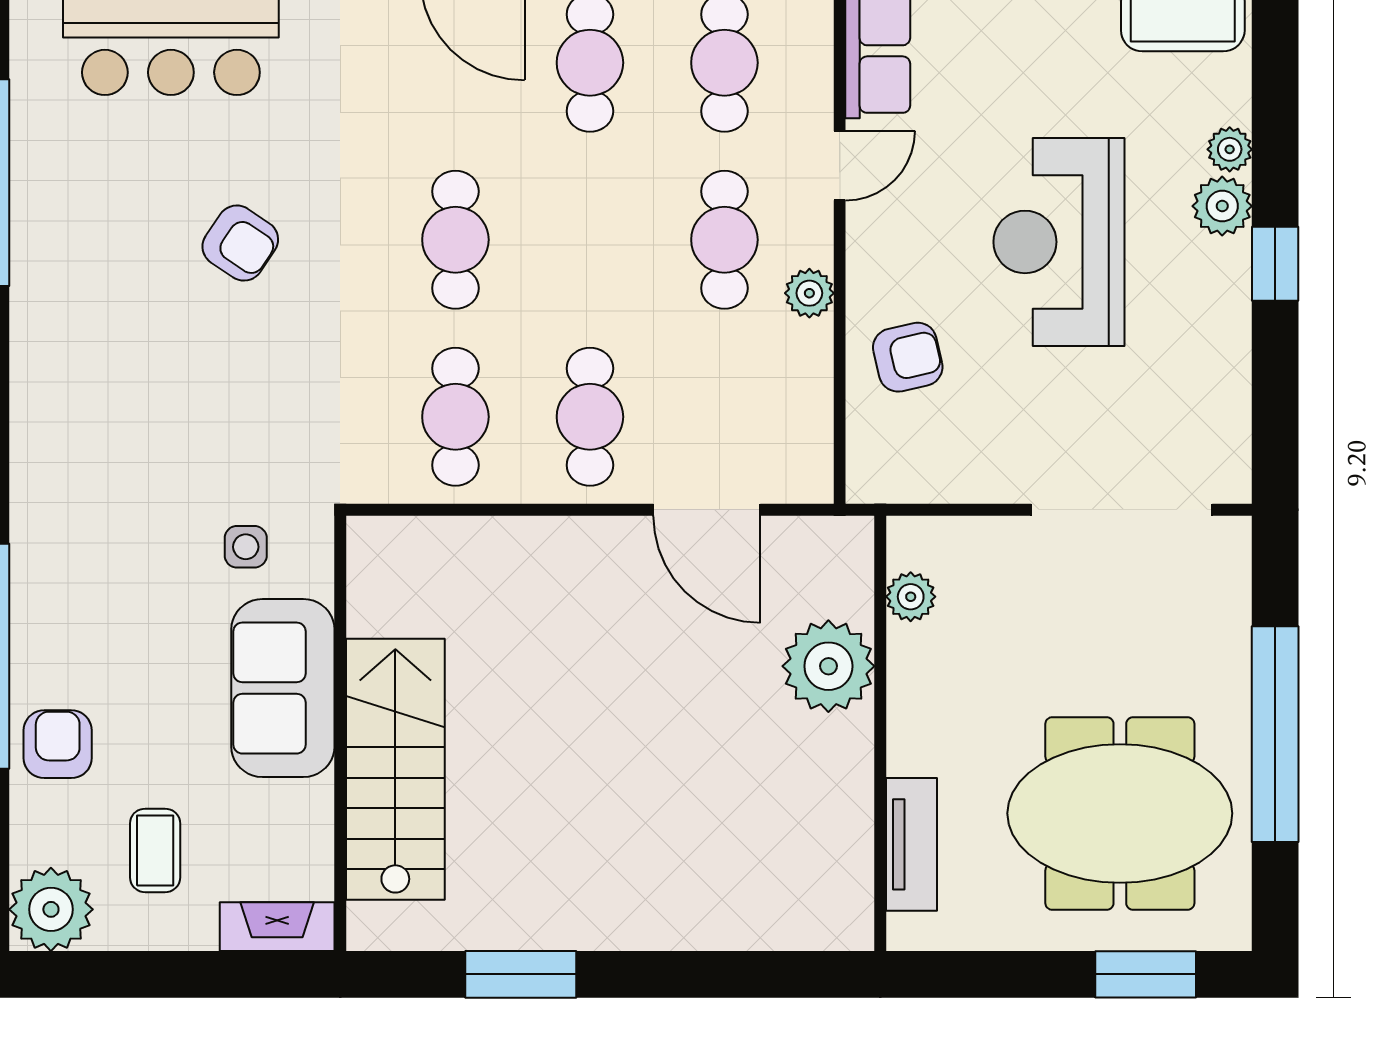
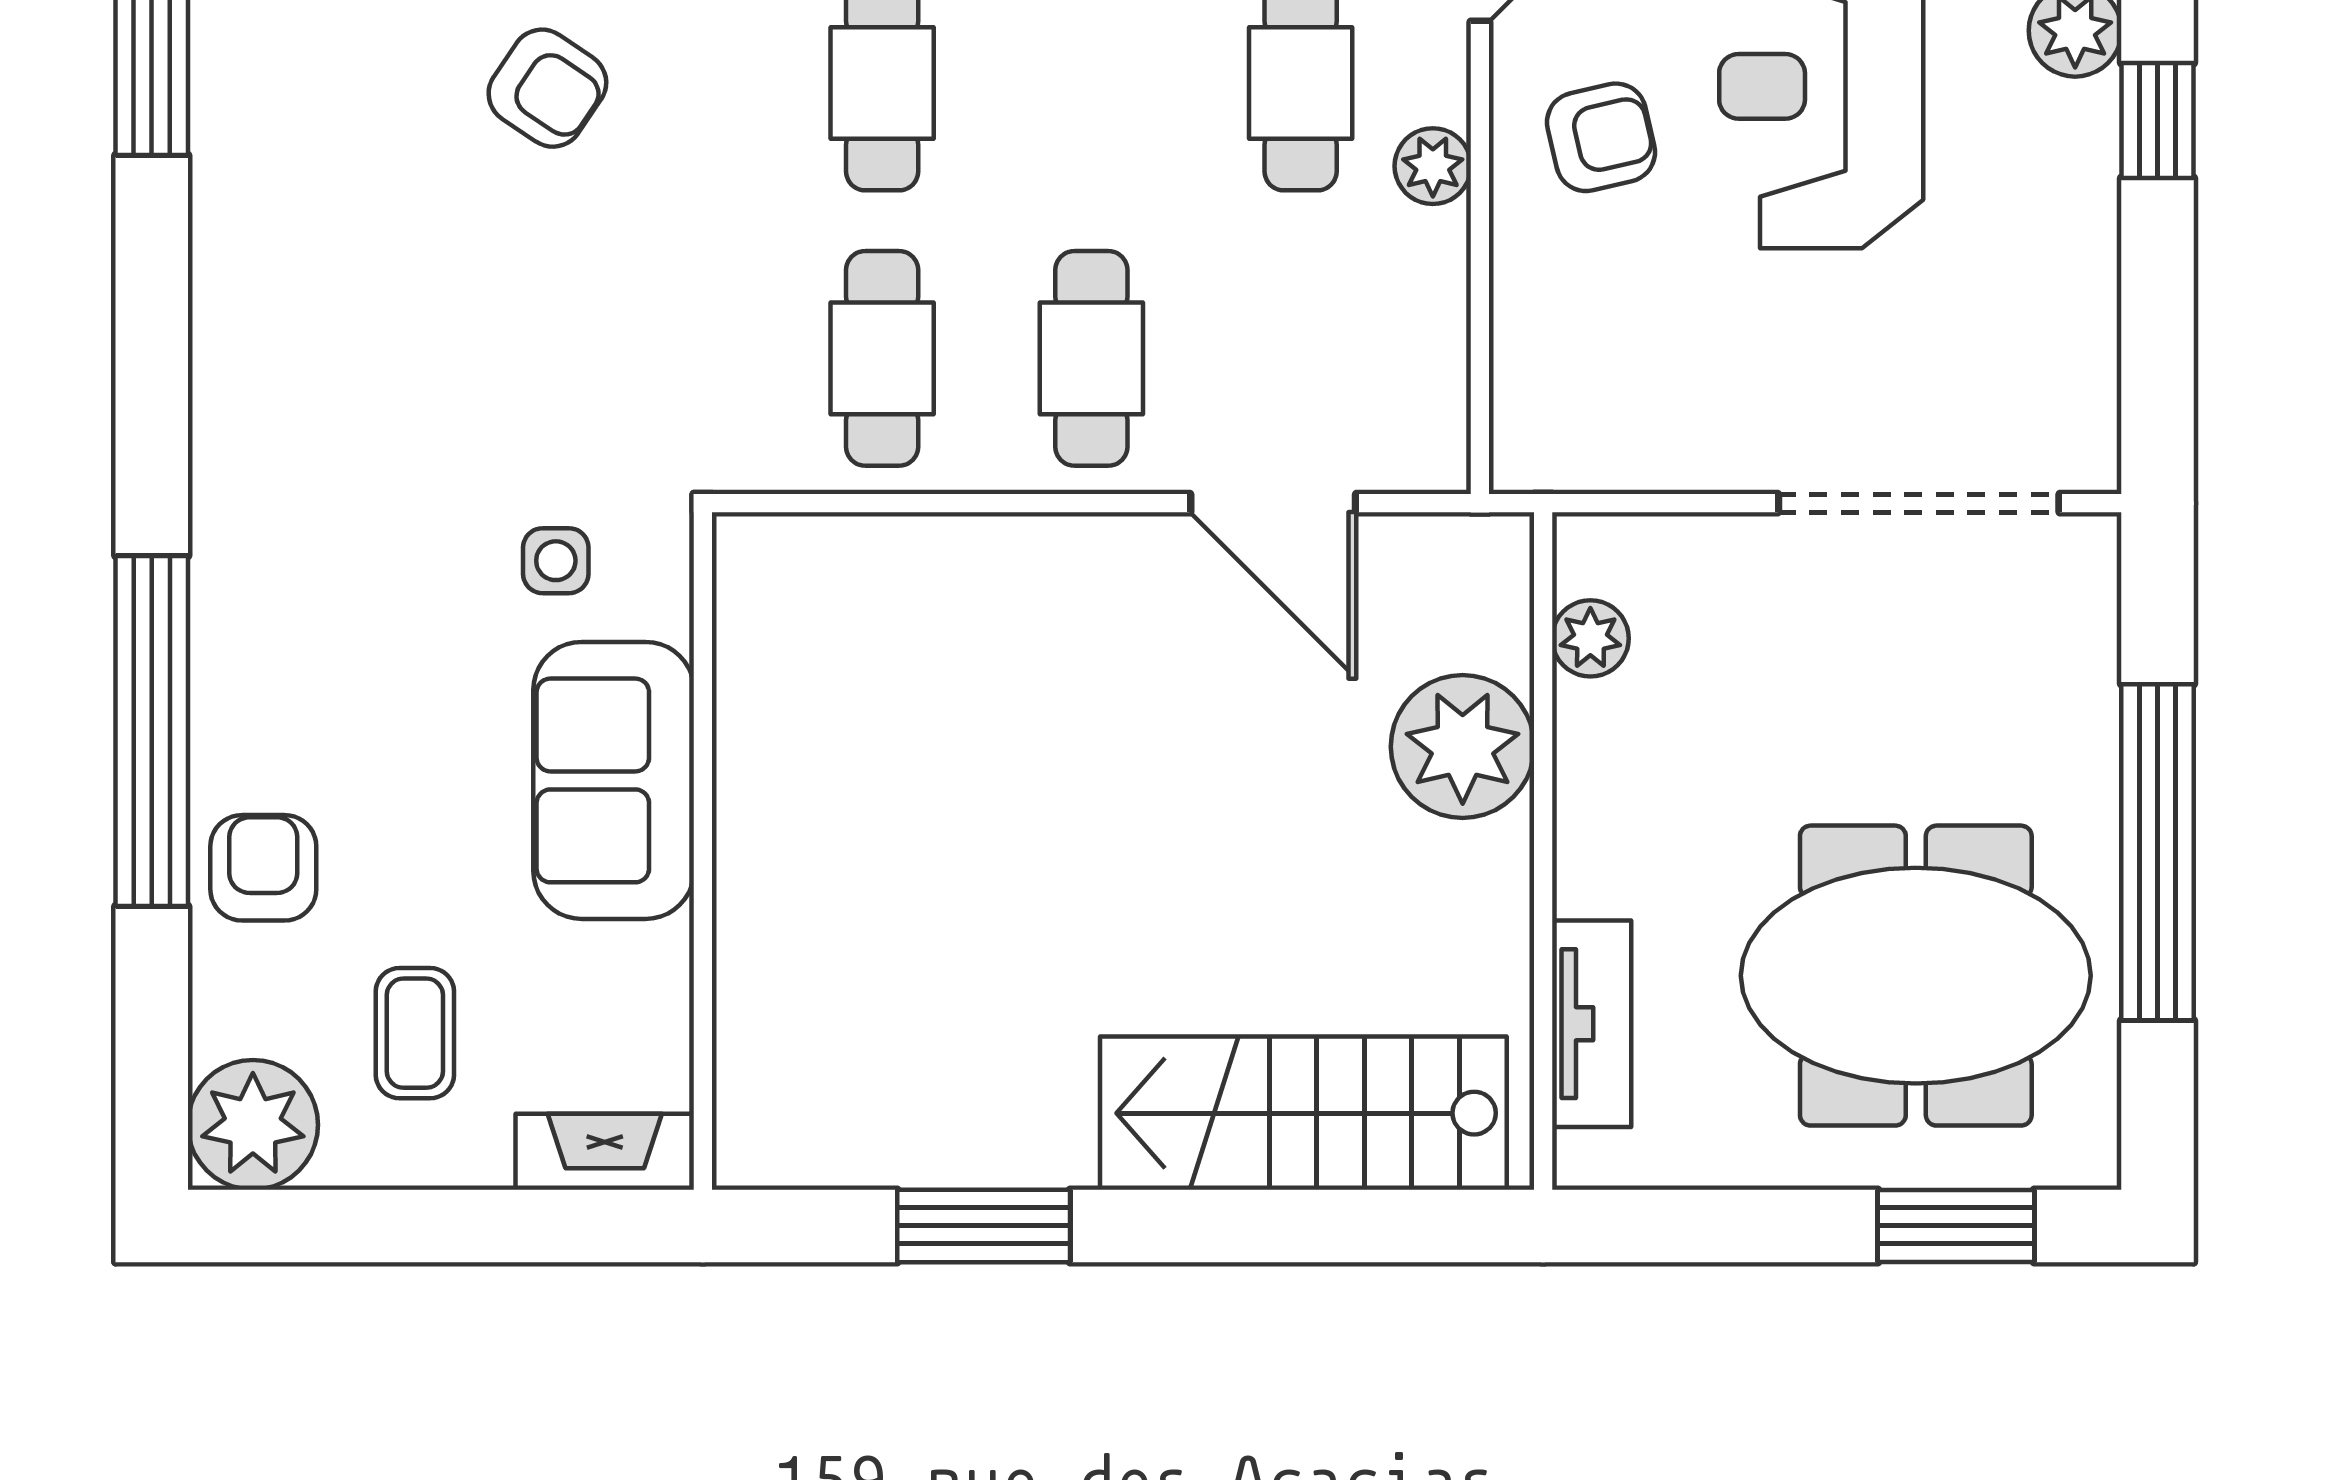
armchair: (908, 357) -> (1601, 137), moved
stairs: (395, 769) -> (1303, 1113), moved, turned -90

